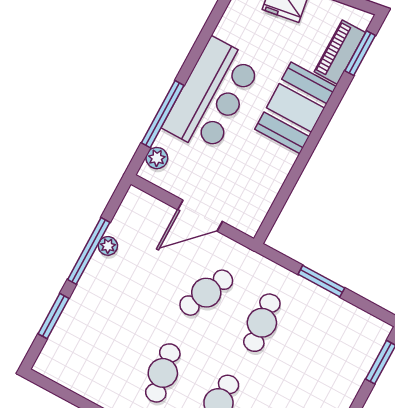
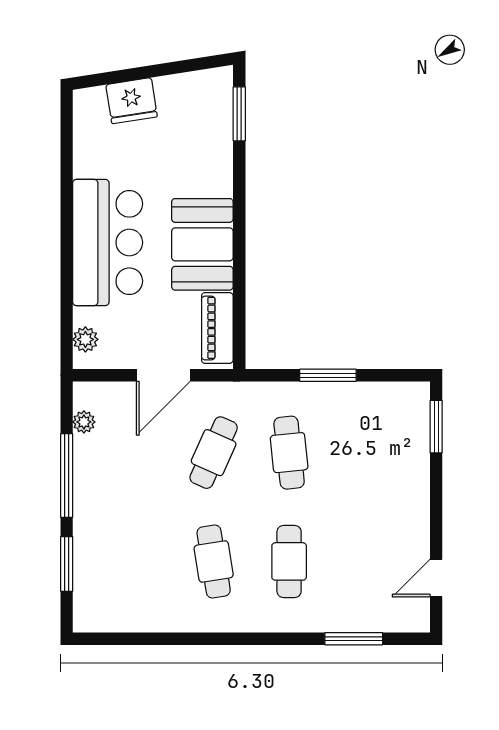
piano: (340, 52) -> (217, 328), moved
booth: (295, 108) -> (202, 244), moved
window: (163, 114) -> (67, 290), removed
plant: (108, 246) -> (84, 422), moved

